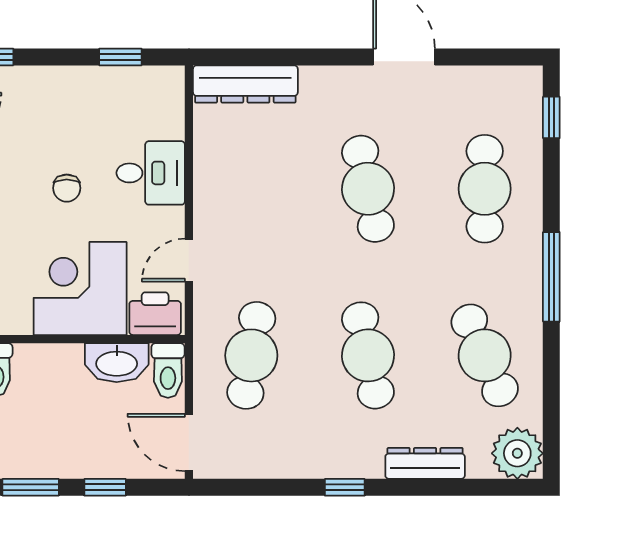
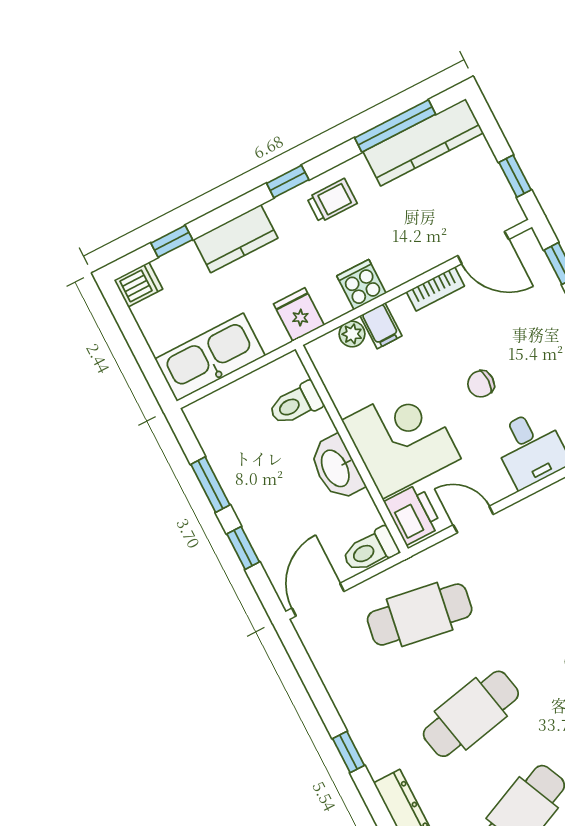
washbasin: (117, 363) -> (336, 468), moved

